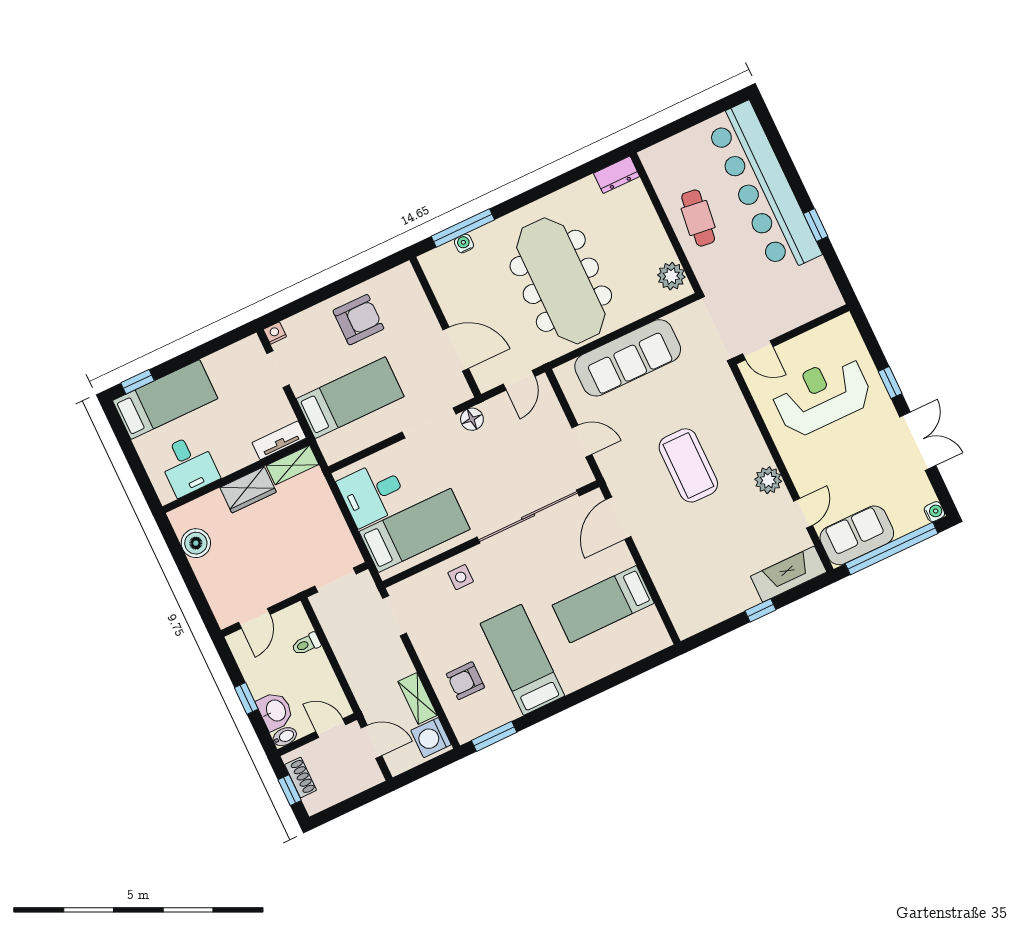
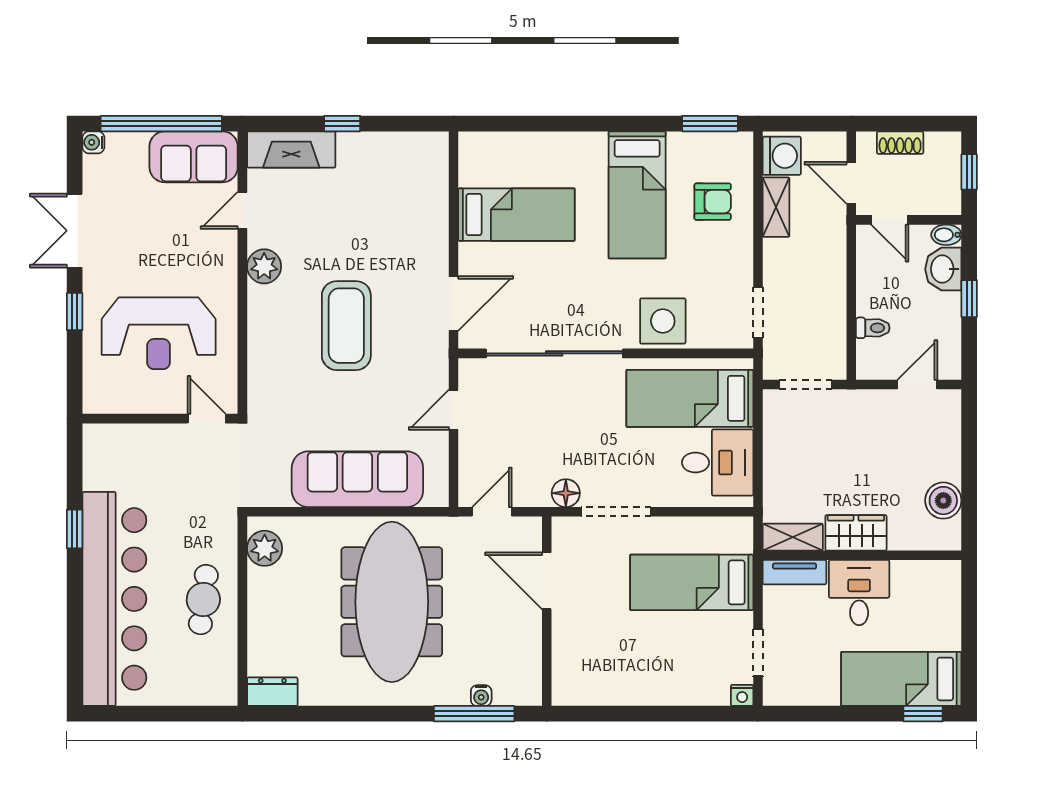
armchair: (358, 320) -> (641, 666), removed
door: (582, 441) -> (454, 410), hinge flipped
desk: (188, 465) -> (859, 593), moved
side table: (461, 577) -> (663, 321), width x1.87, depth x1.87
shoe rack: (301, 777) -> (900, 143), moved, turned -90

